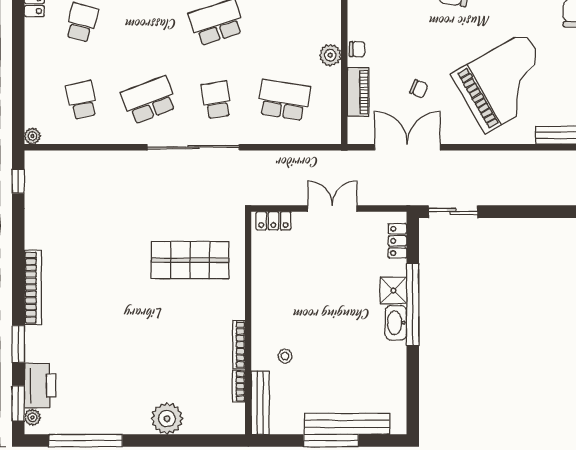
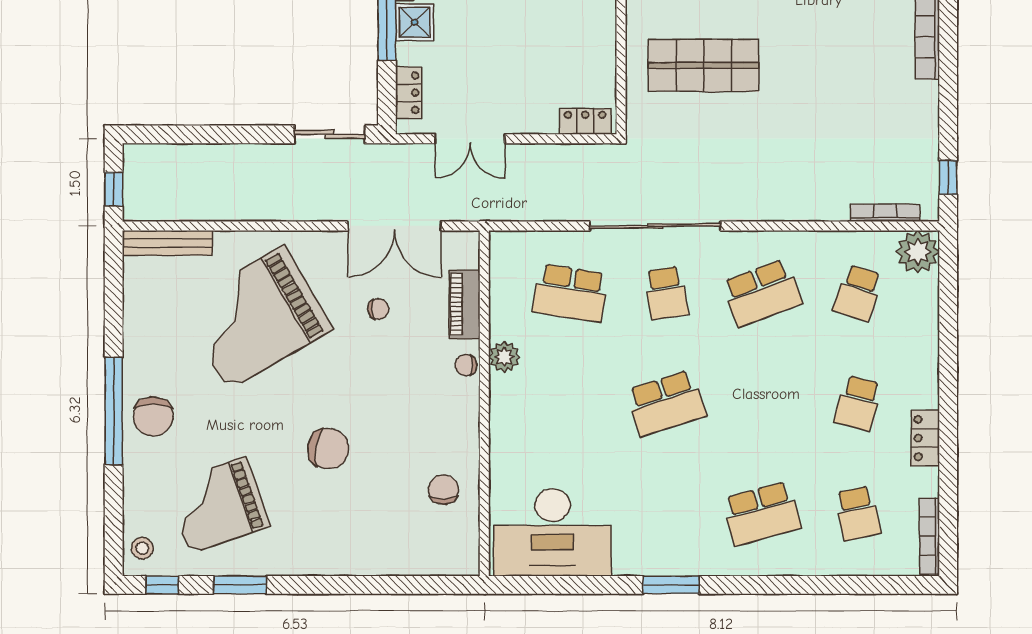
chair: (419, 89) -> (378, 309), turned 152
school desk: (82, 100) -> (858, 293), turned 30
plant: (32, 136) -> (918, 252), width x1.88, depth x1.88
sliding door: (193, 147) -> (655, 226), moved
bookcase: (62, 156) -> (885, 213), added
double door: (332, 209) -> (470, 139), moved

